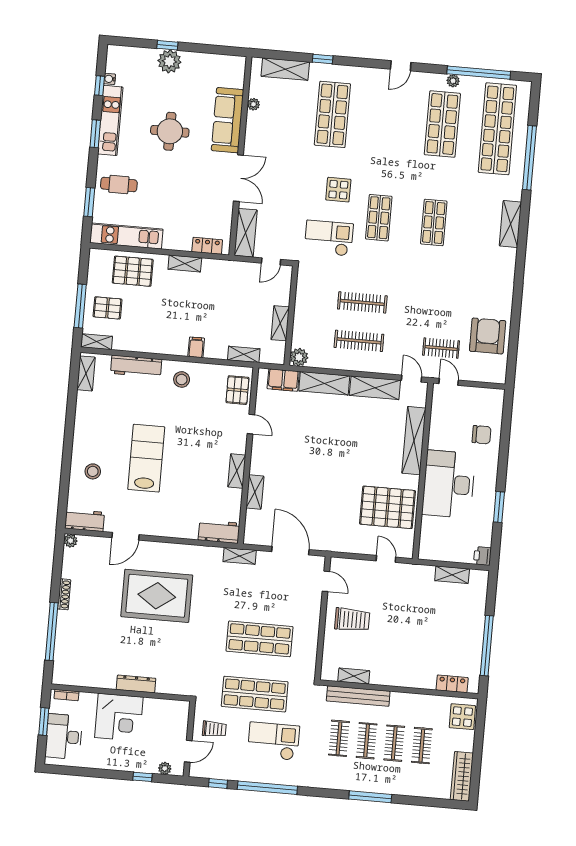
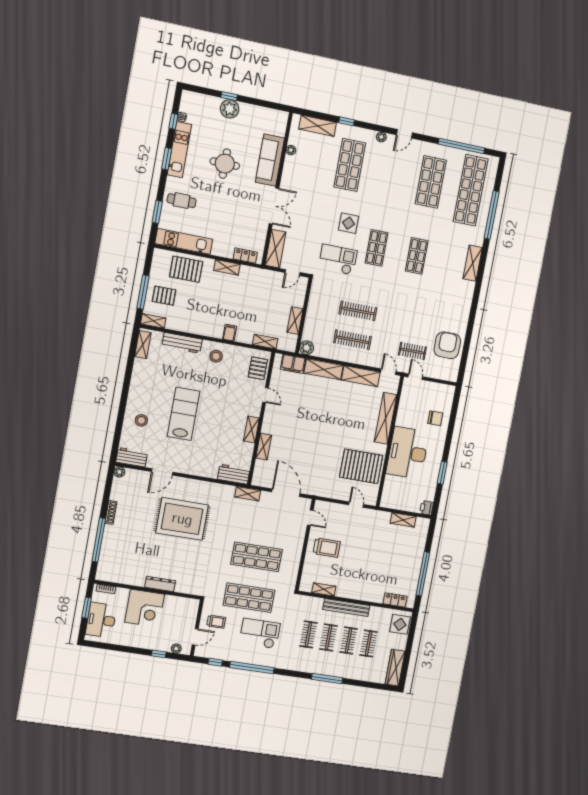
plant: (453, 81) -> (381, 137), moved
bench: (358, 696) -> (346, 608), moved

